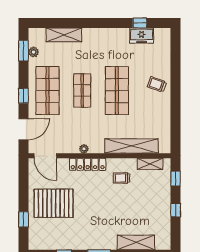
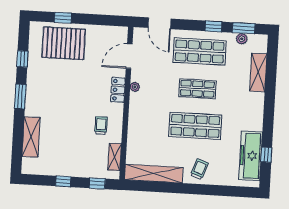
freezer: (142, 36) -> (251, 156), width x1.91, depth x1.26
window: (23, 96) -> (213, 26), moved
shelving: (131, 146) -> (154, 174), moved, turned 90
door: (45, 156) -> (129, 56), moved
locker: (88, 164) -> (118, 90), width x0.66
pallet: (54, 203) -> (64, 43), moved, turned 90

